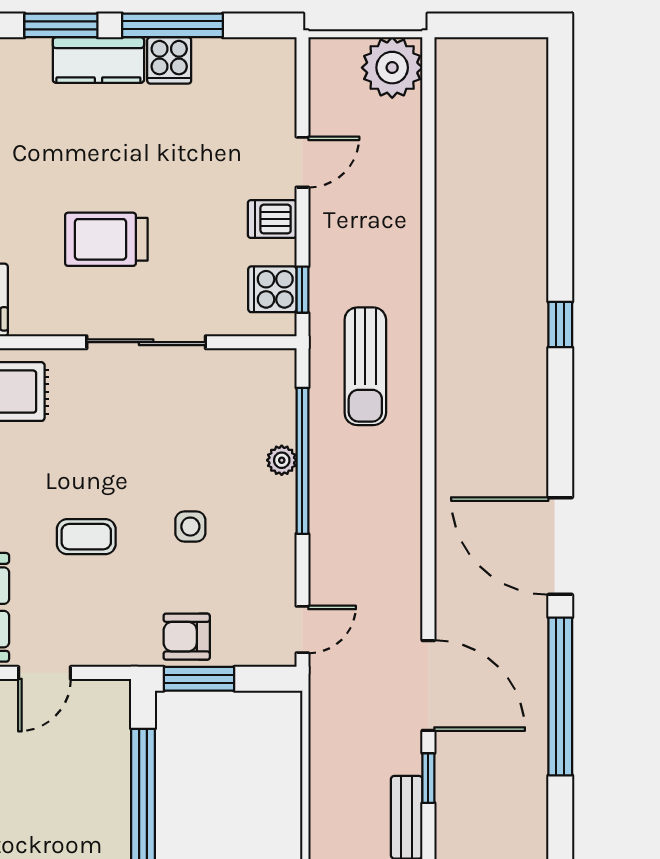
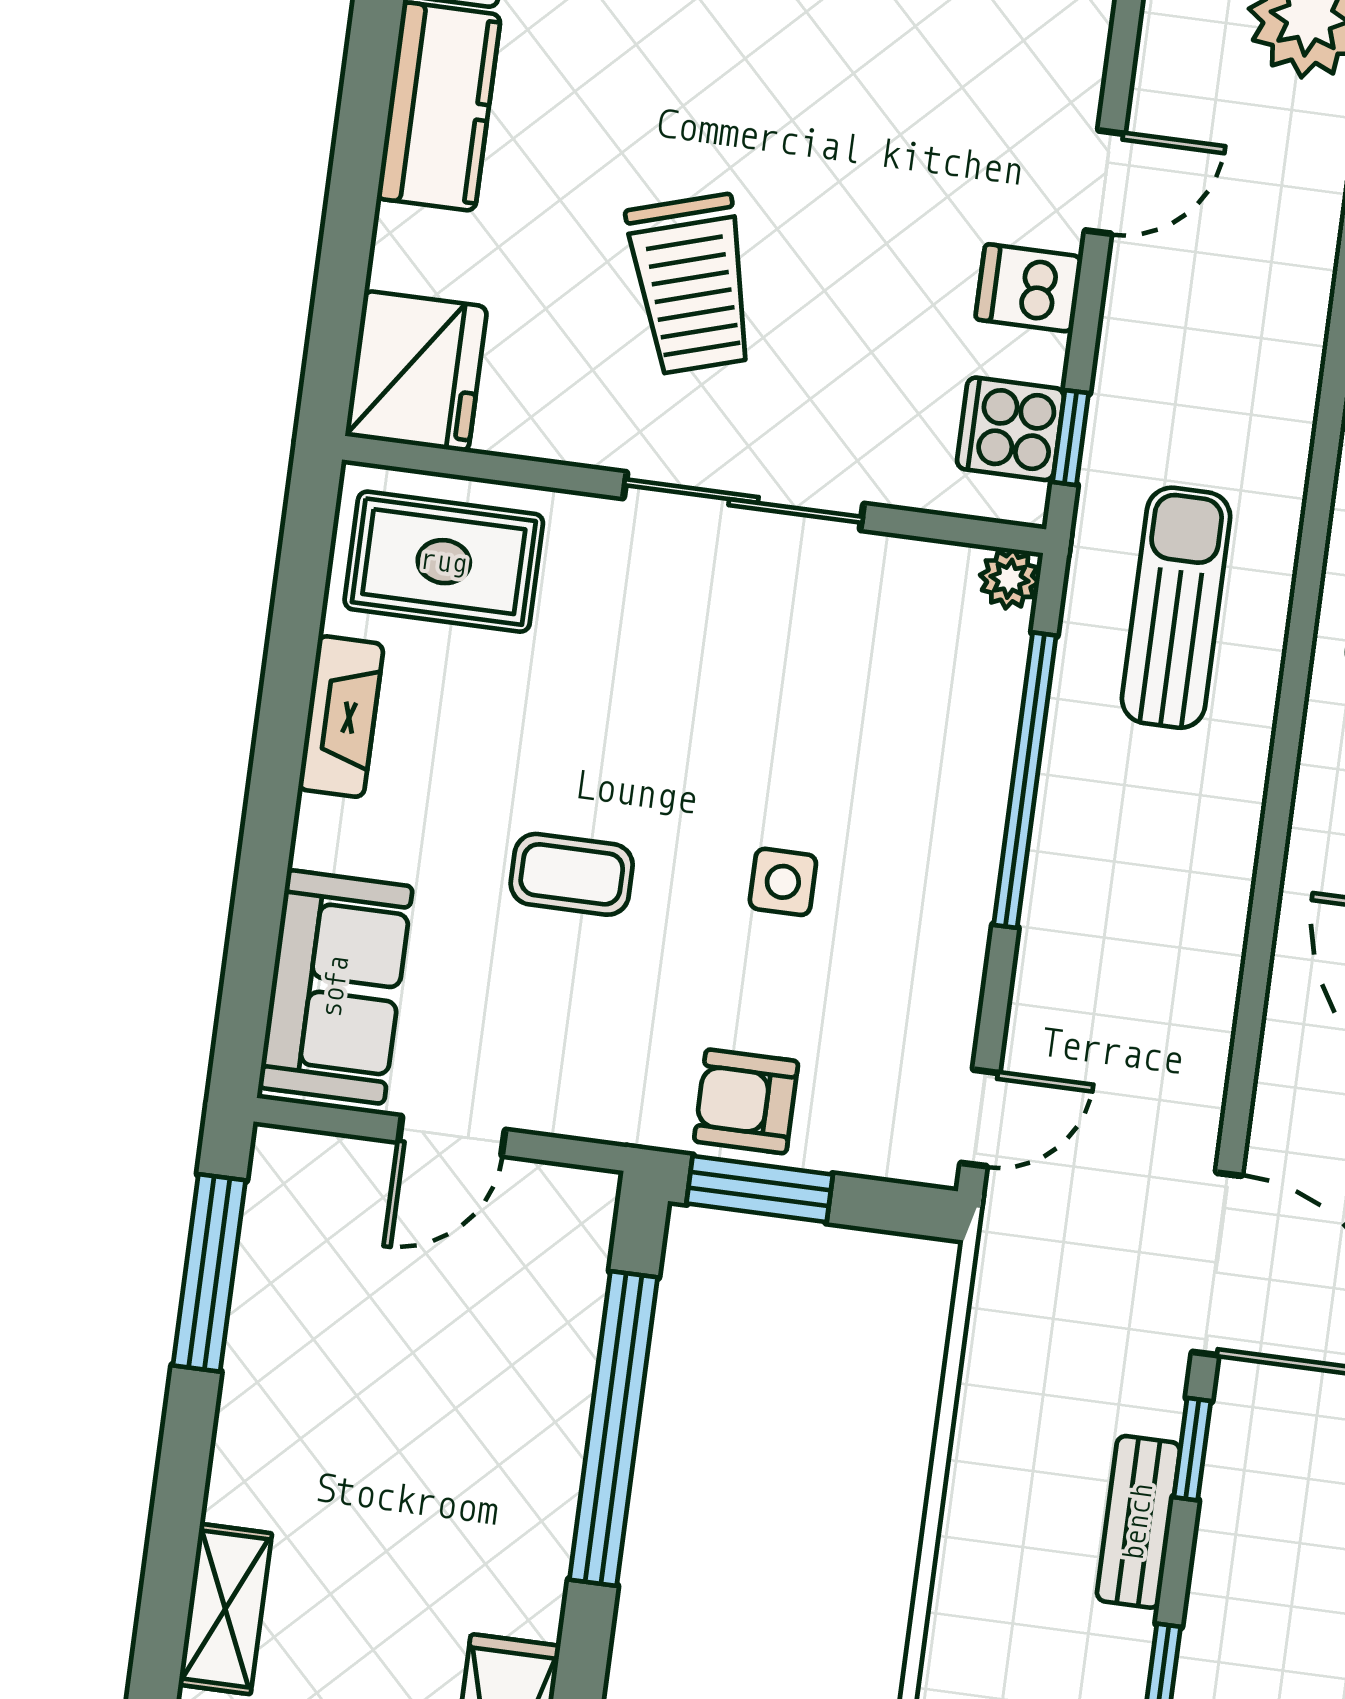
trolley: (106, 239) -> (691, 284), turned -107
sun lounger: (365, 366) -> (1176, 608), turned 180
plant: (282, 460) -> (1010, 579), moved

